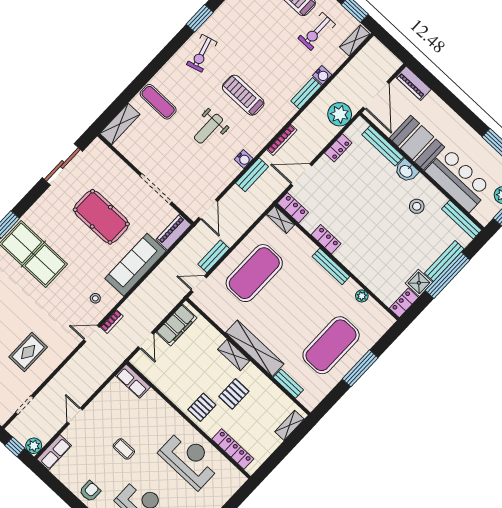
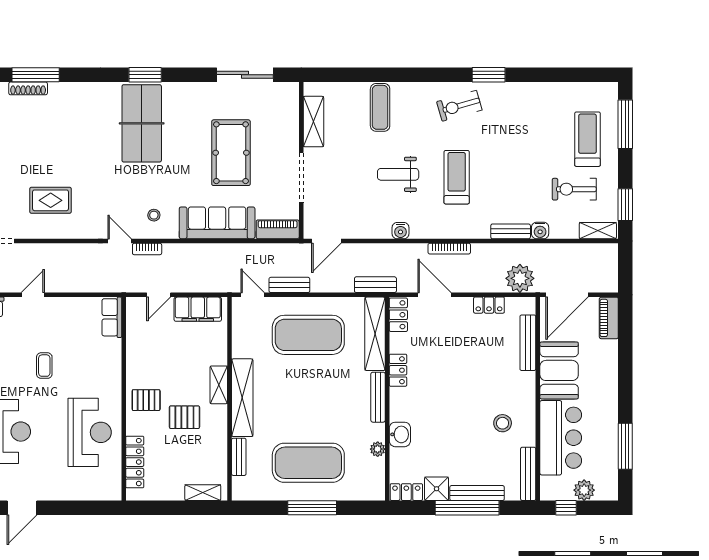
shelving: (120, 124) -> (313, 122), moved, turned 90
washbasin: (406, 171) -> (400, 434), moved, turned 180
bench: (252, 175) -> (375, 285), moved
shelving: (281, 220) -> (375, 334), width x2.20, depth x1.33

